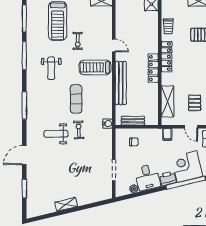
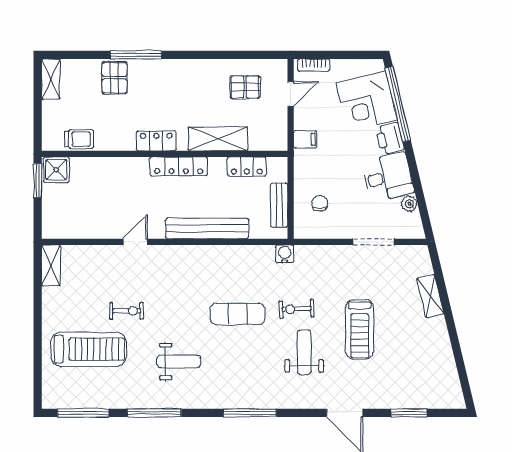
trolley: (168, 26) -> (79, 139), moved
locker: (167, 57) -> (156, 141), width x0.66
treadmill: (95, 67) -> (360, 329), moved
shelving: (167, 101) -> (218, 139), moved
locker: (153, 104) -> (247, 167), added
weight bench: (56, 134) -> (304, 352), turned 180
shelving: (66, 204) -> (430, 296), moved

